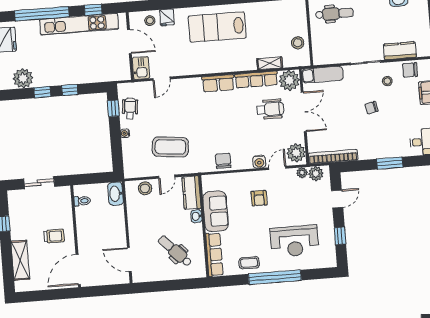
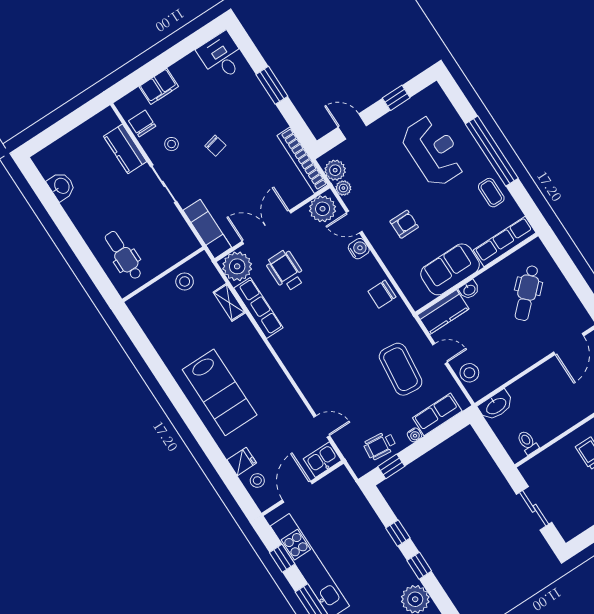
chair: (410, 70) -> (142, 123), turned 180
row of seats: (218, 83) -> (437, 414), moved, turned -90

